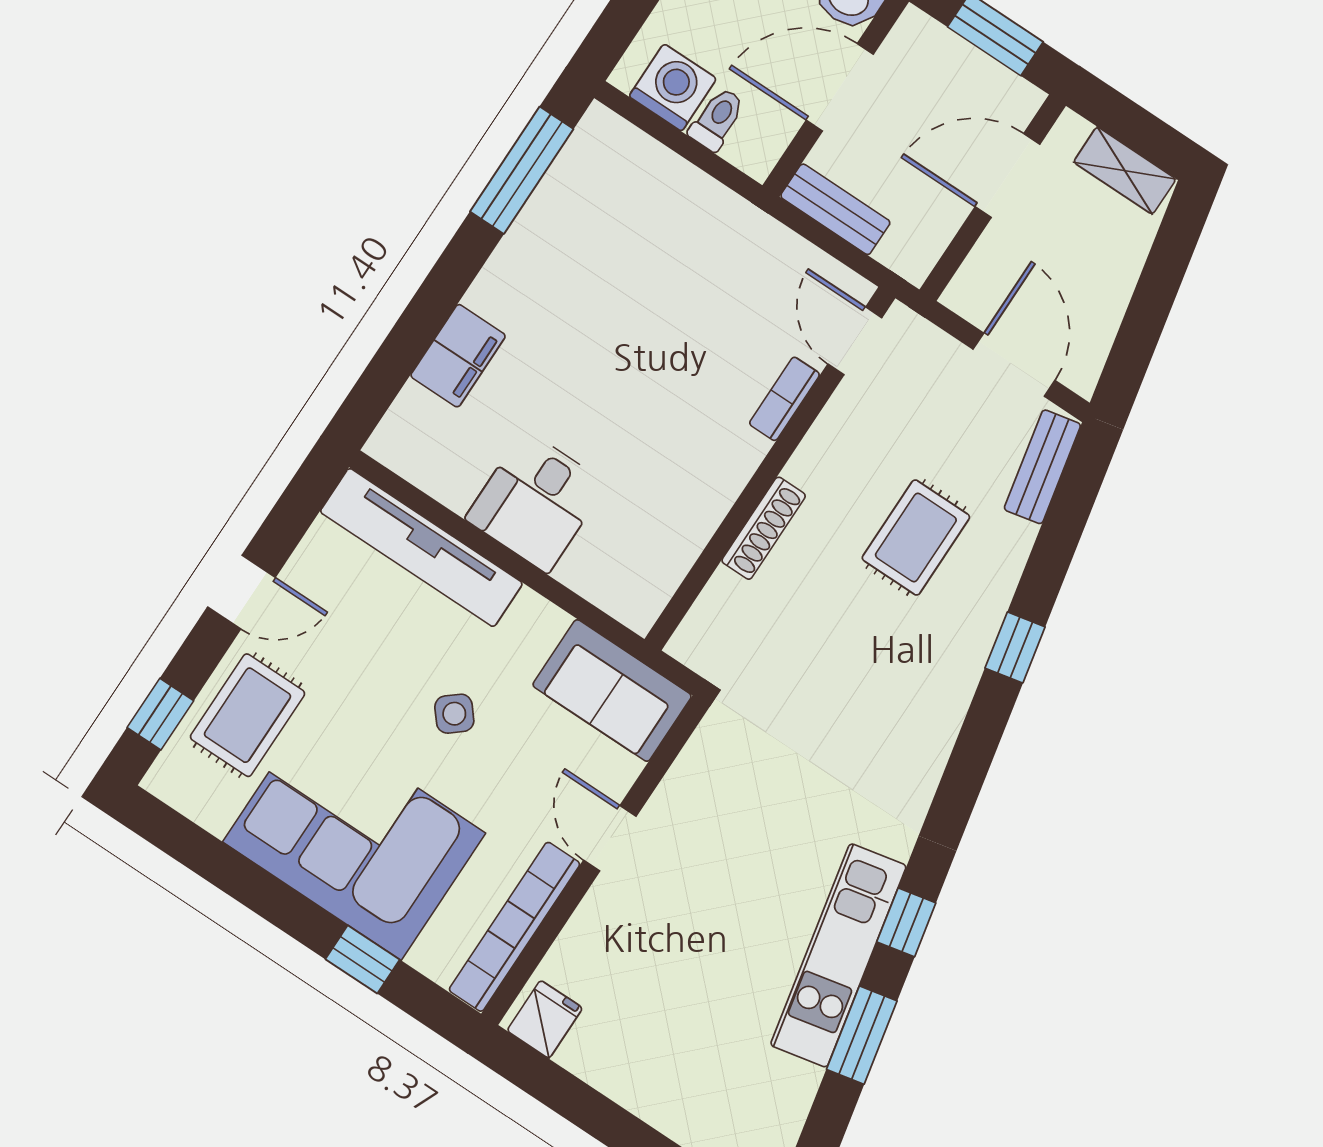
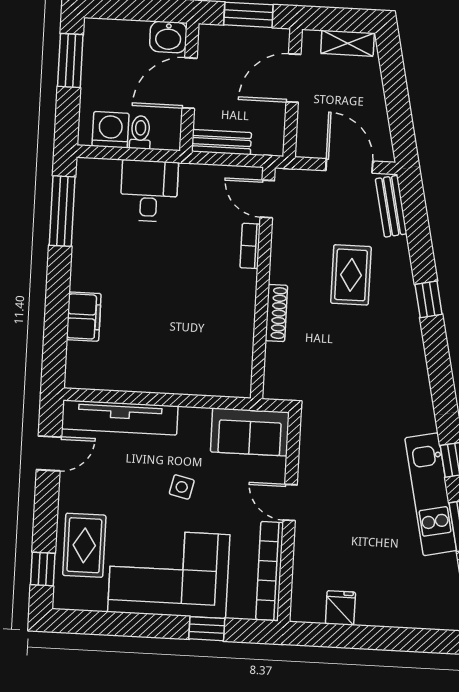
desk: (536, 501) -> (149, 191), moved, turned 180
door: (241, 592) -> (49, 453), moved
side table: (454, 714) -> (182, 487), turned -37
fridge: (545, 1019) -> (340, 608), moved

